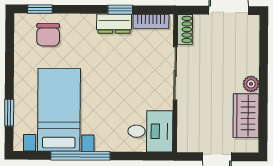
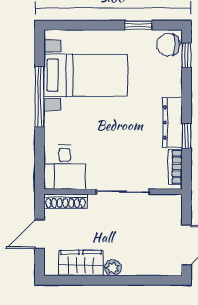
dresser: (114, 24) -> (172, 122), width x1.44
shoe rack: (185, 29) -> (65, 201), moved, width x1.43
chair: (48, 35) -> (168, 45), moved
window: (9, 113) -> (138, 25), moved

